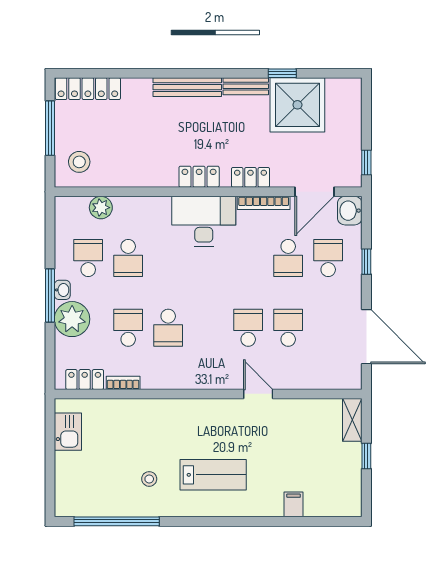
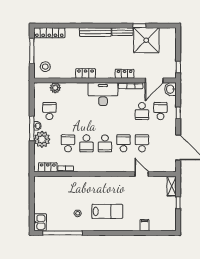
locker: (199, 177) -> (86, 73), moved
school desk: (128, 258) -> (105, 143), moved
door: (258, 394) -> (142, 174), moved
kitchen sink: (68, 432) -> (40, 222), moved

